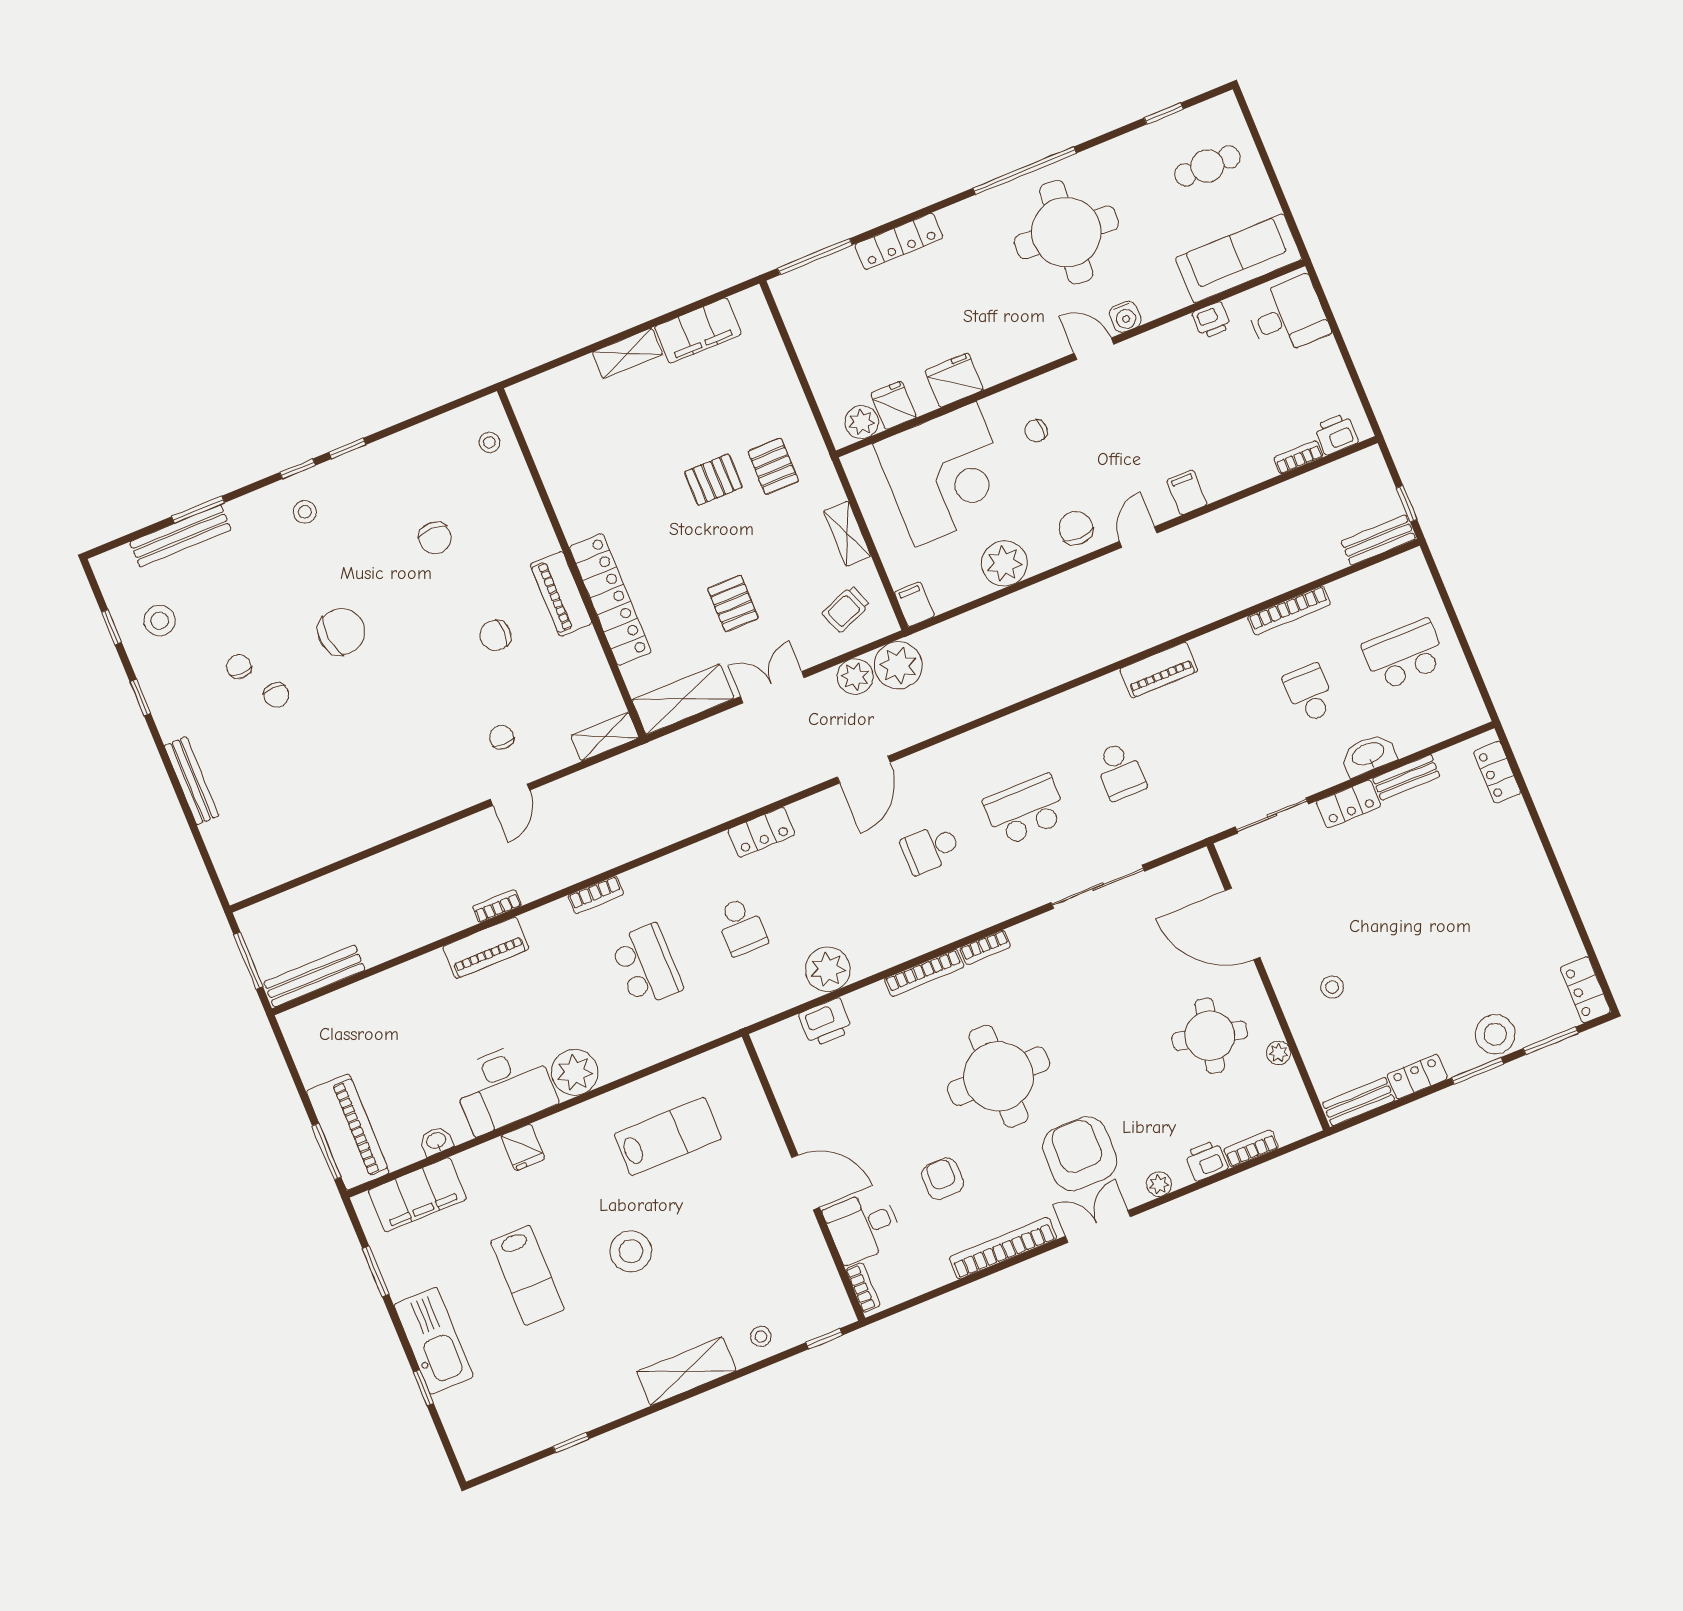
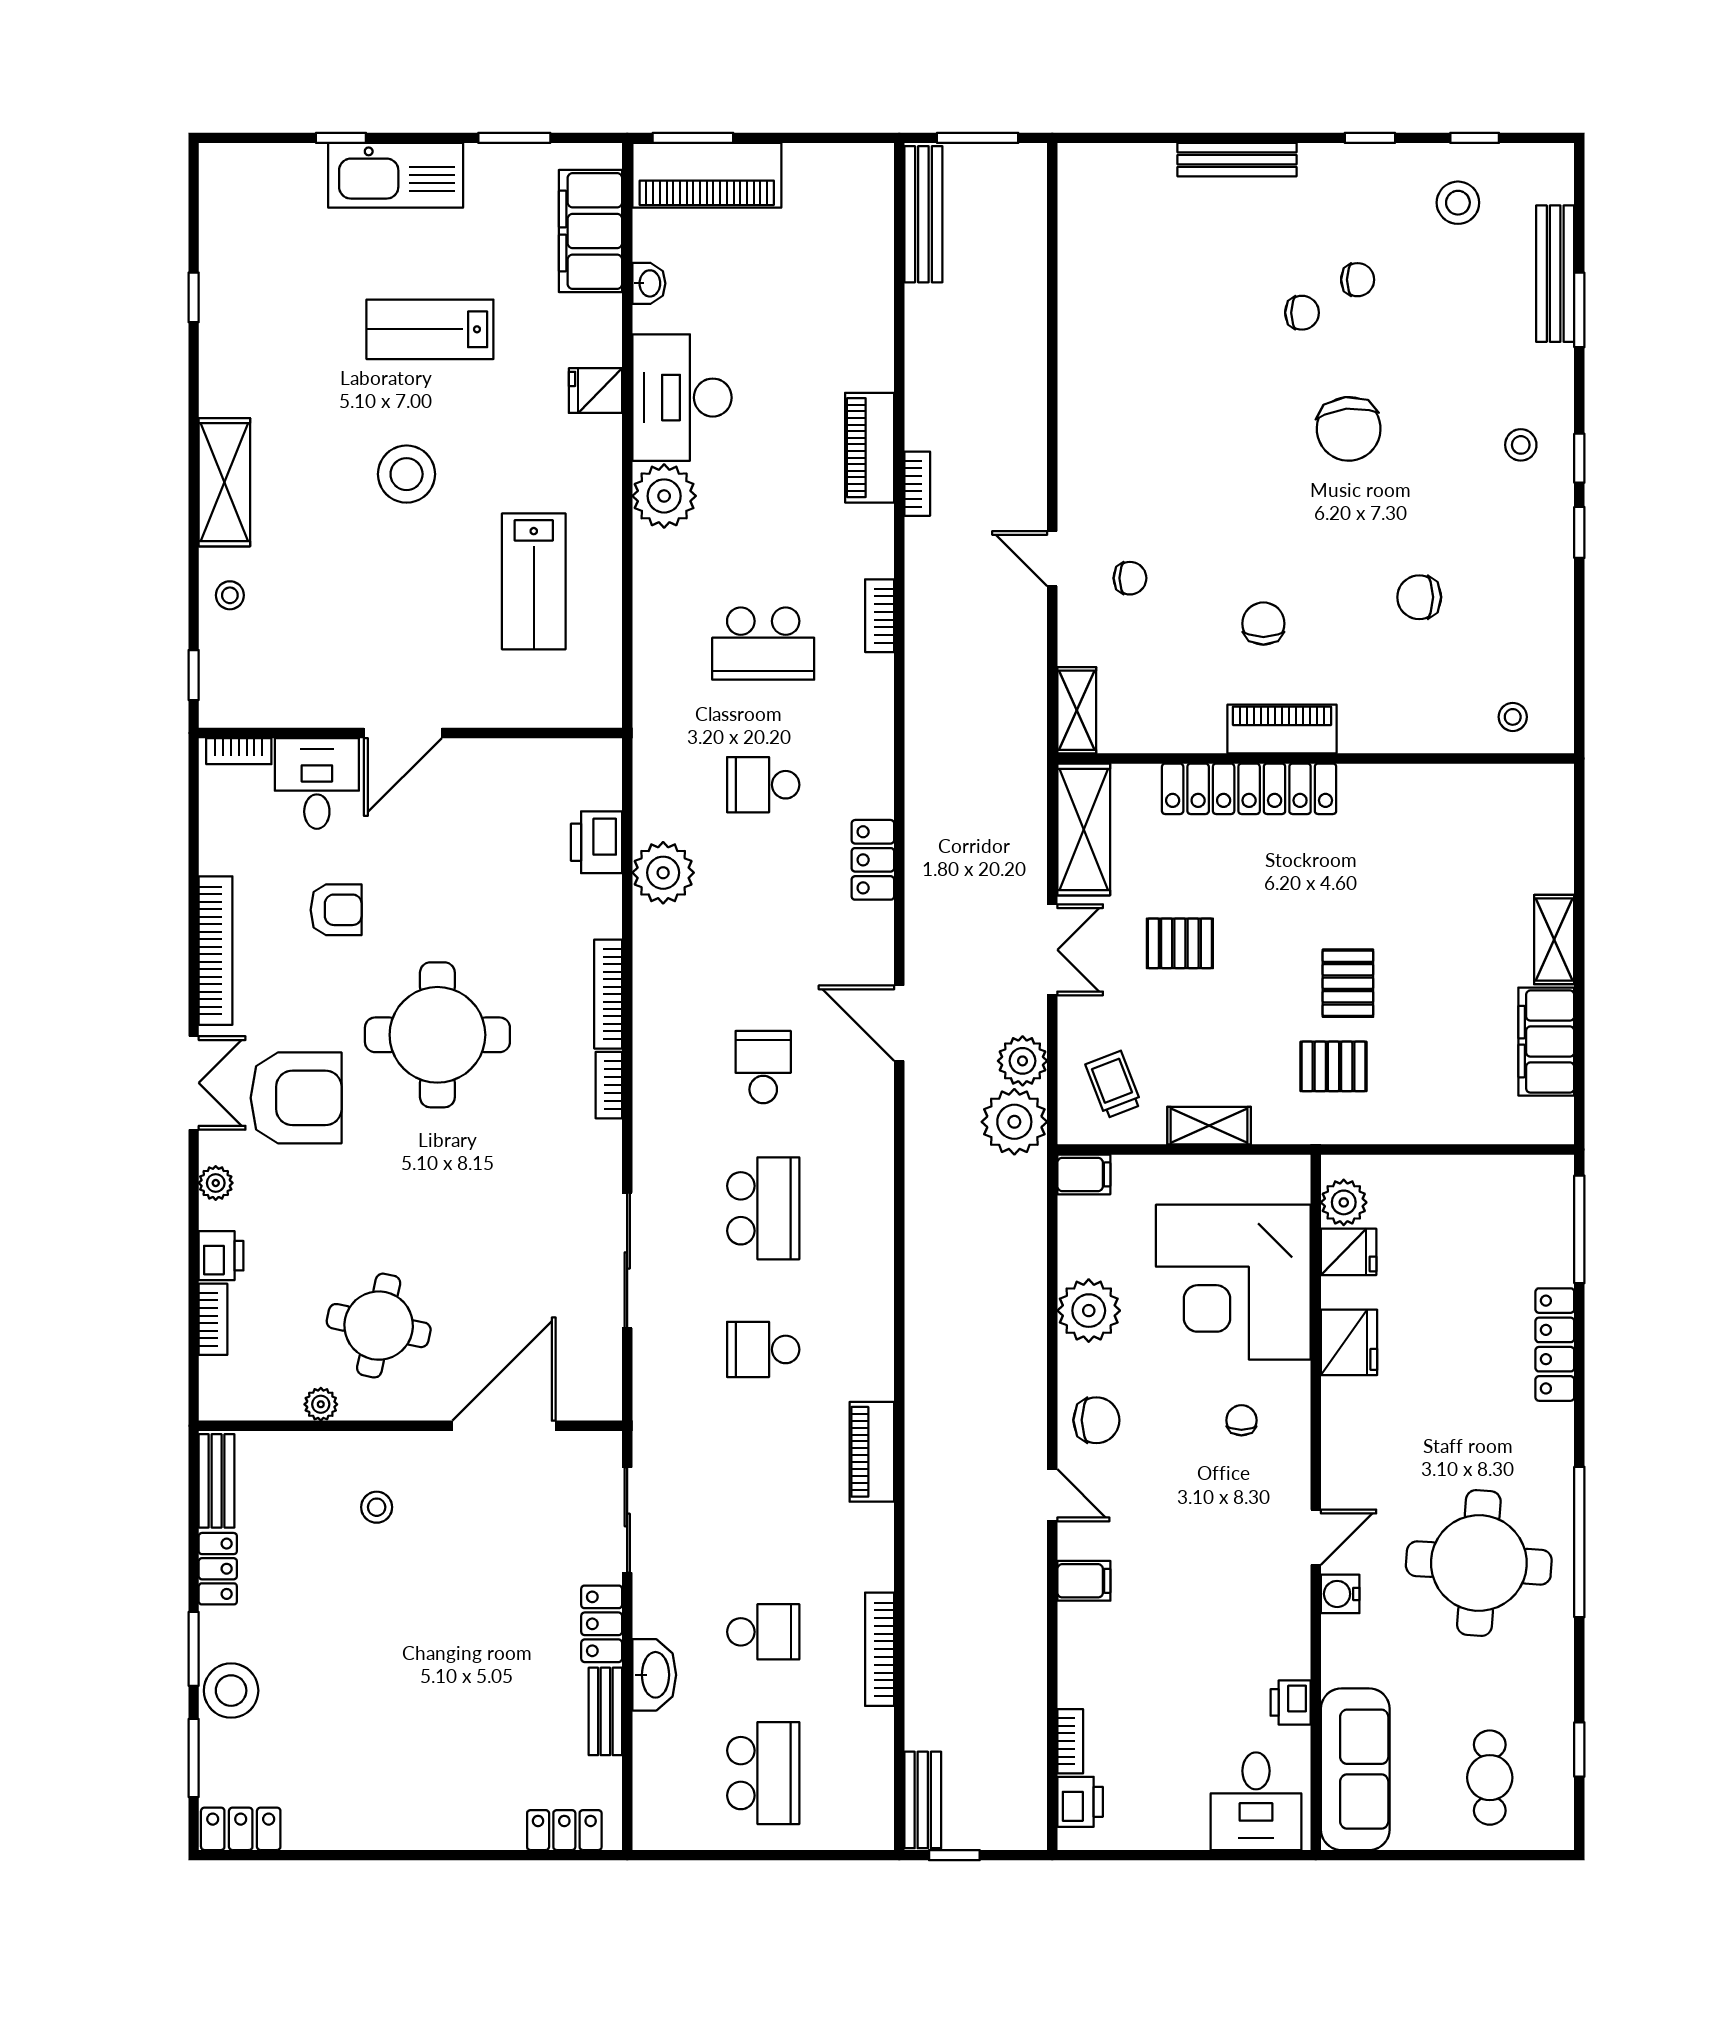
chair: (276, 695) -> (1302, 313), turned 180

